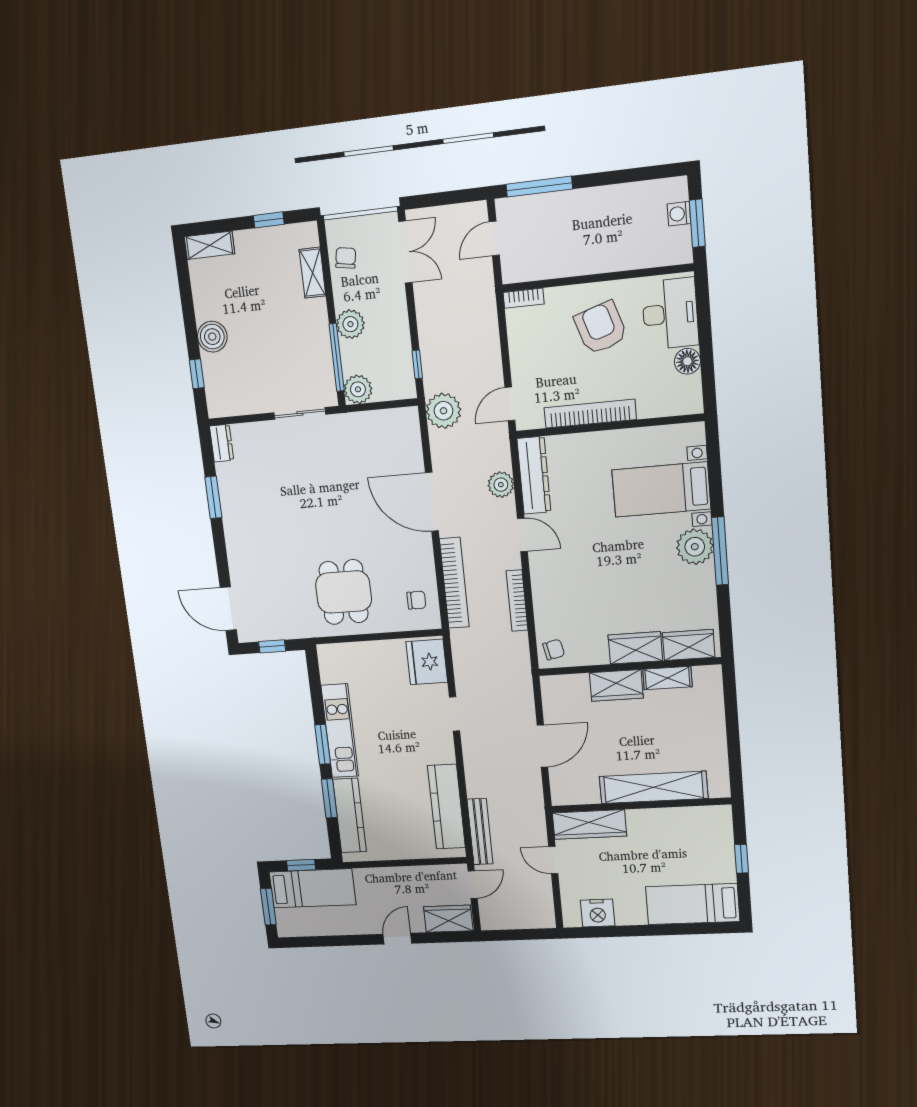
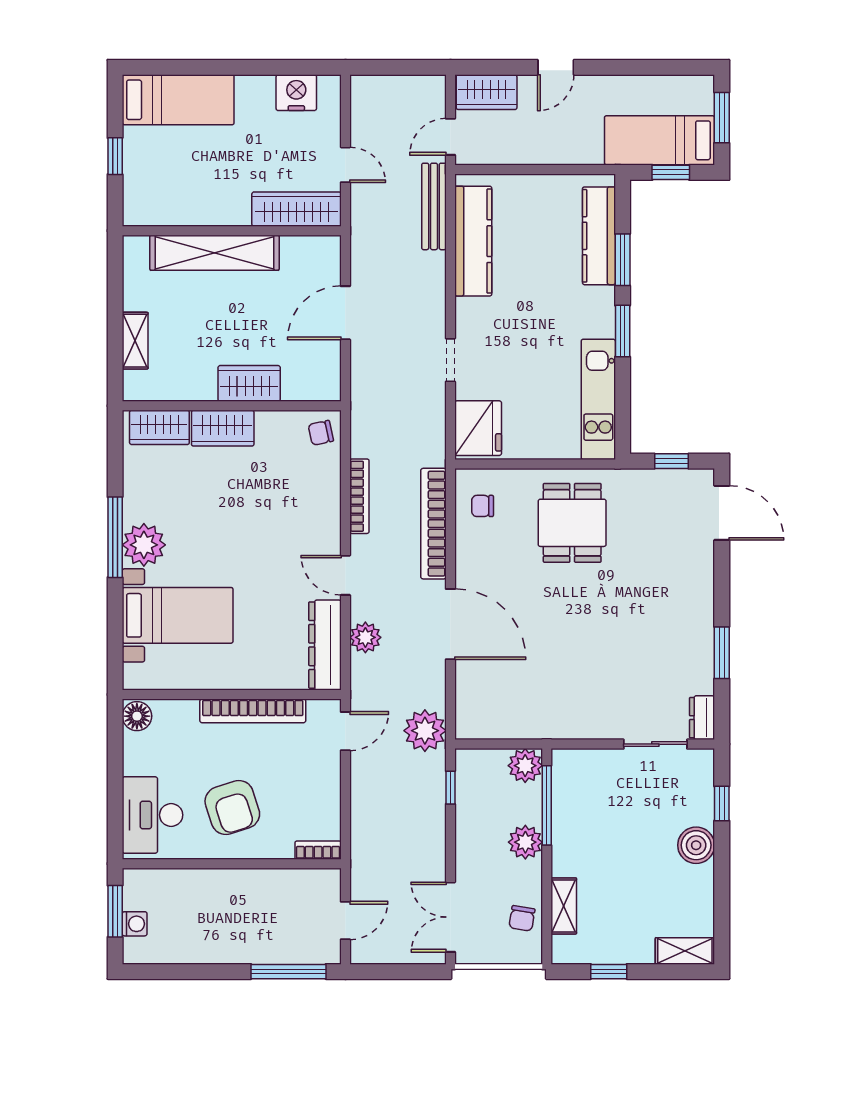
floor lamp: (687, 361) -> (137, 716), moved
sliding door: (300, 413) -> (655, 744), moved
shelving: (667, 678) -> (135, 341), moved, turned 90
kitchen unit: (340, 731) -> (598, 399), moved

